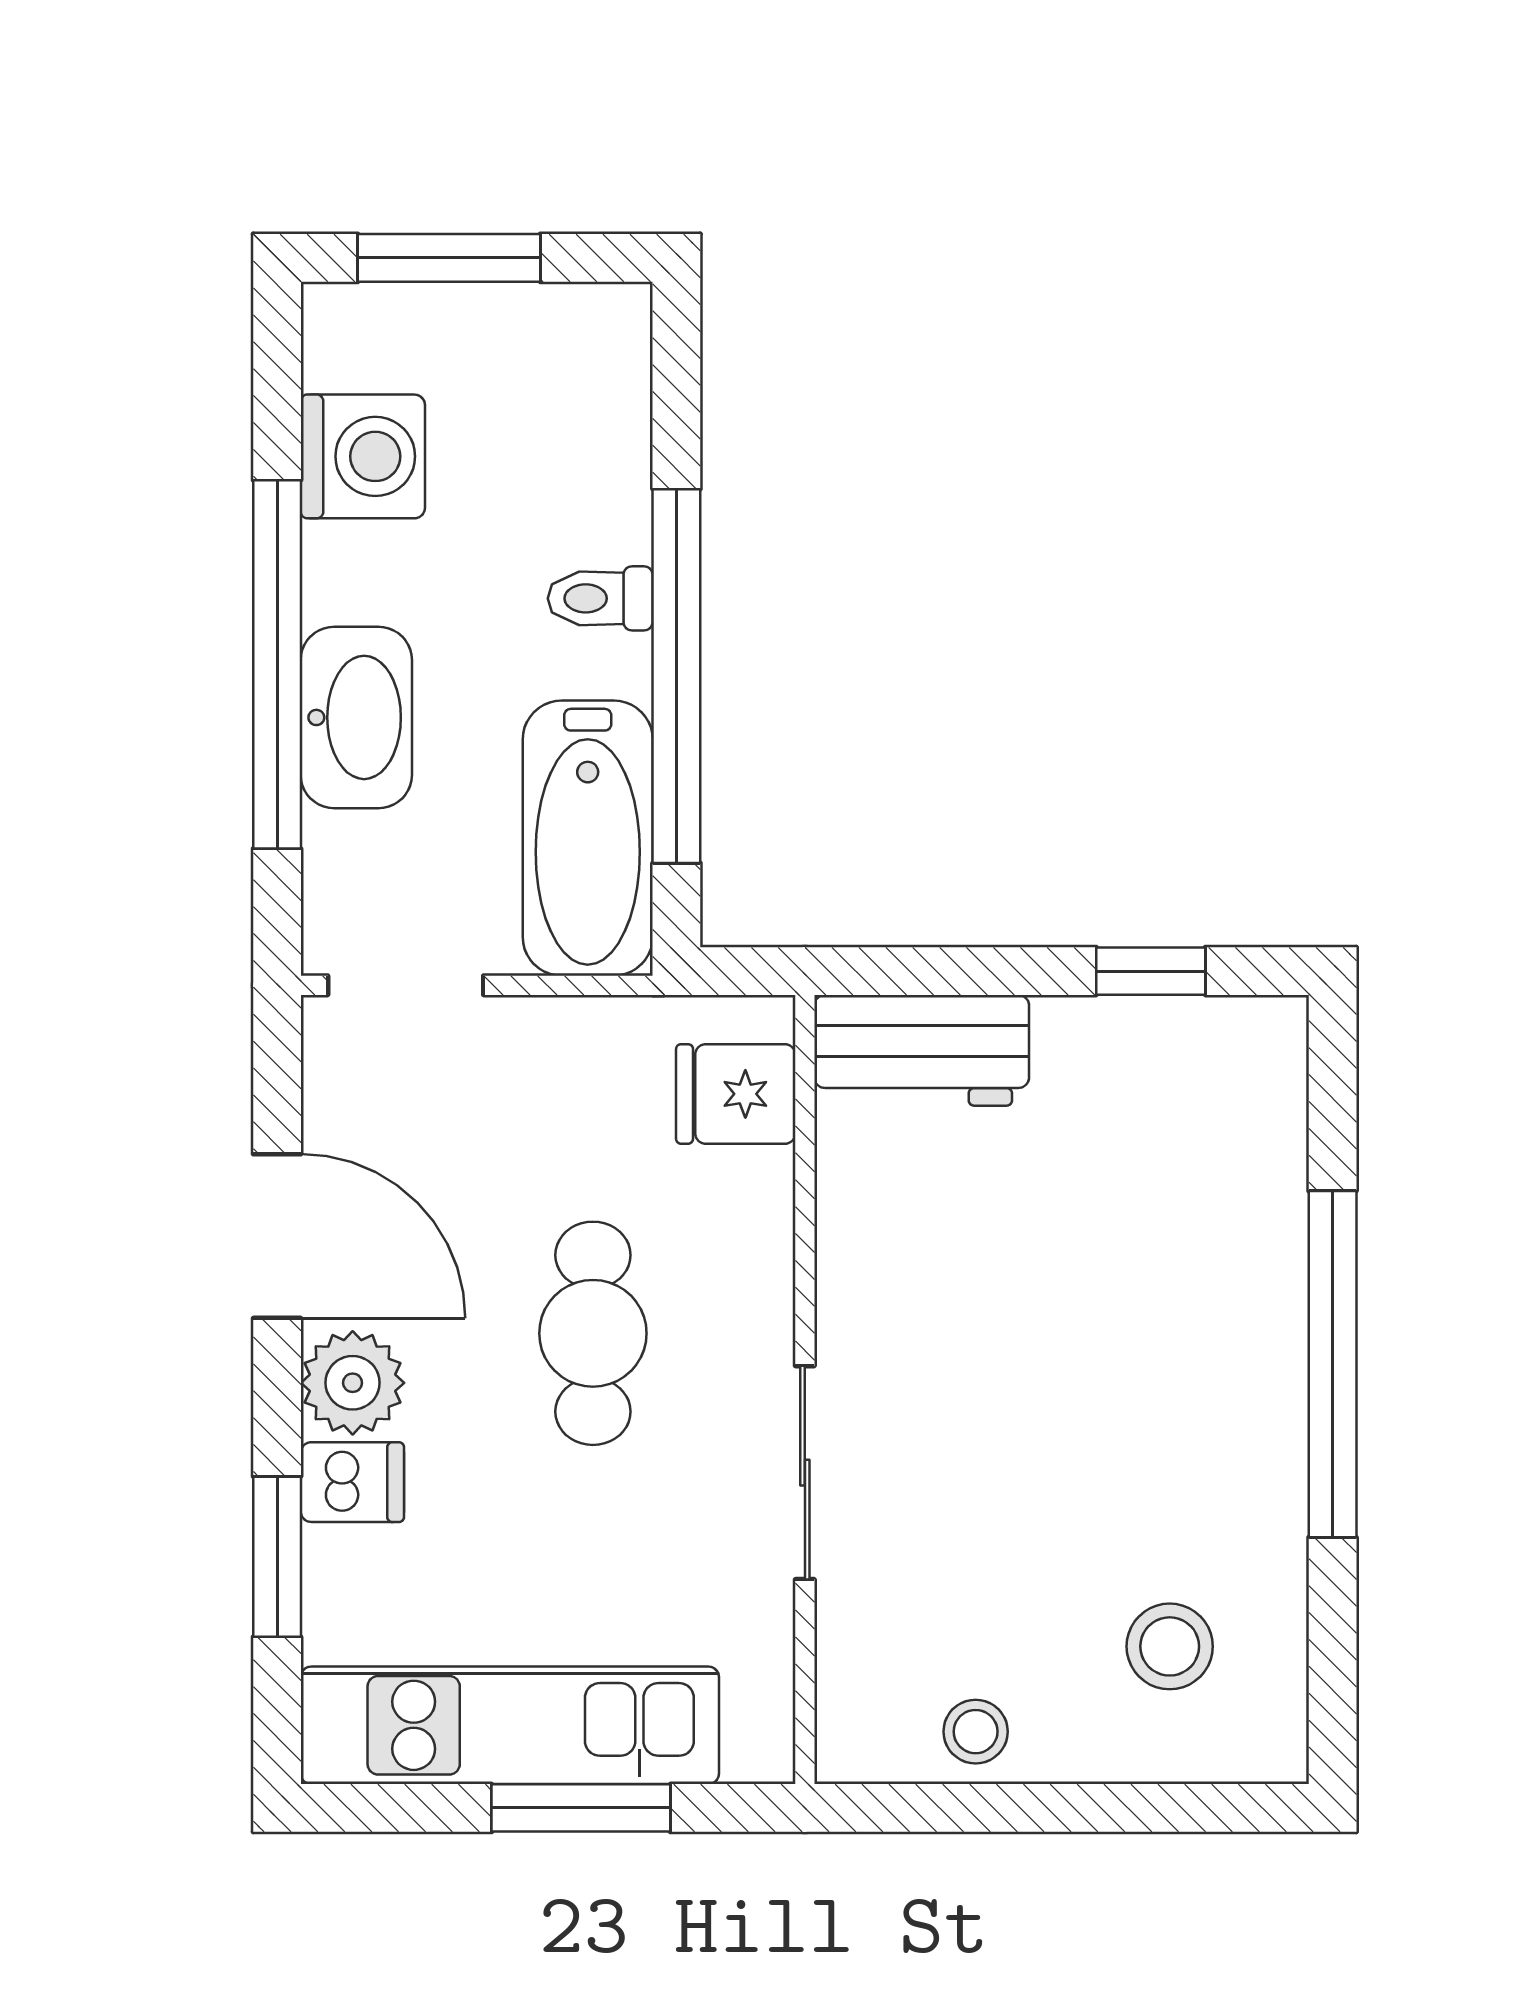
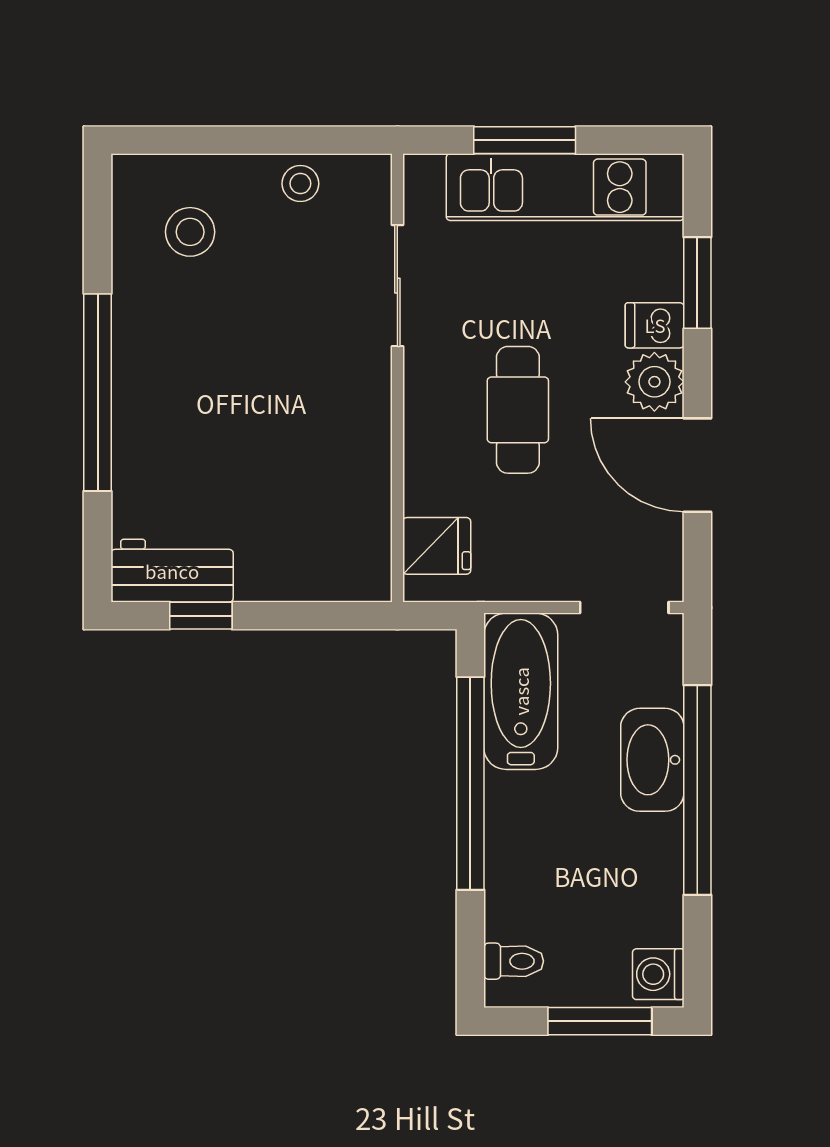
washing machine: (363, 456) -> (658, 974), moved, width x0.73, depth x0.73
toilet: (600, 598) -> (514, 961), moved
workbench: (922, 1050) -> (172, 571), moved
sliding door: (805, 1473) -> (397, 286), moved

